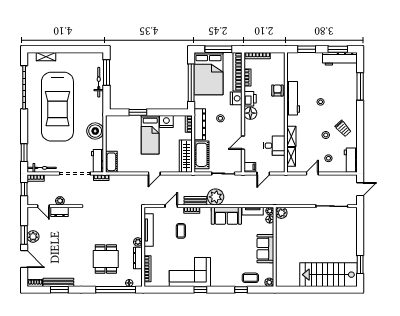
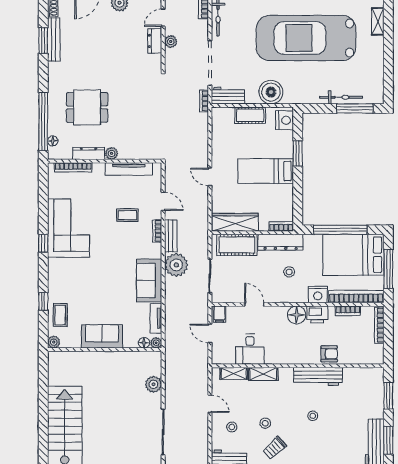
nightstand: (166, 121) -> (285, 120), moved
cot: (111, 162) -> (250, 115), moved
plant: (281, 213) -> (153, 384), moved

